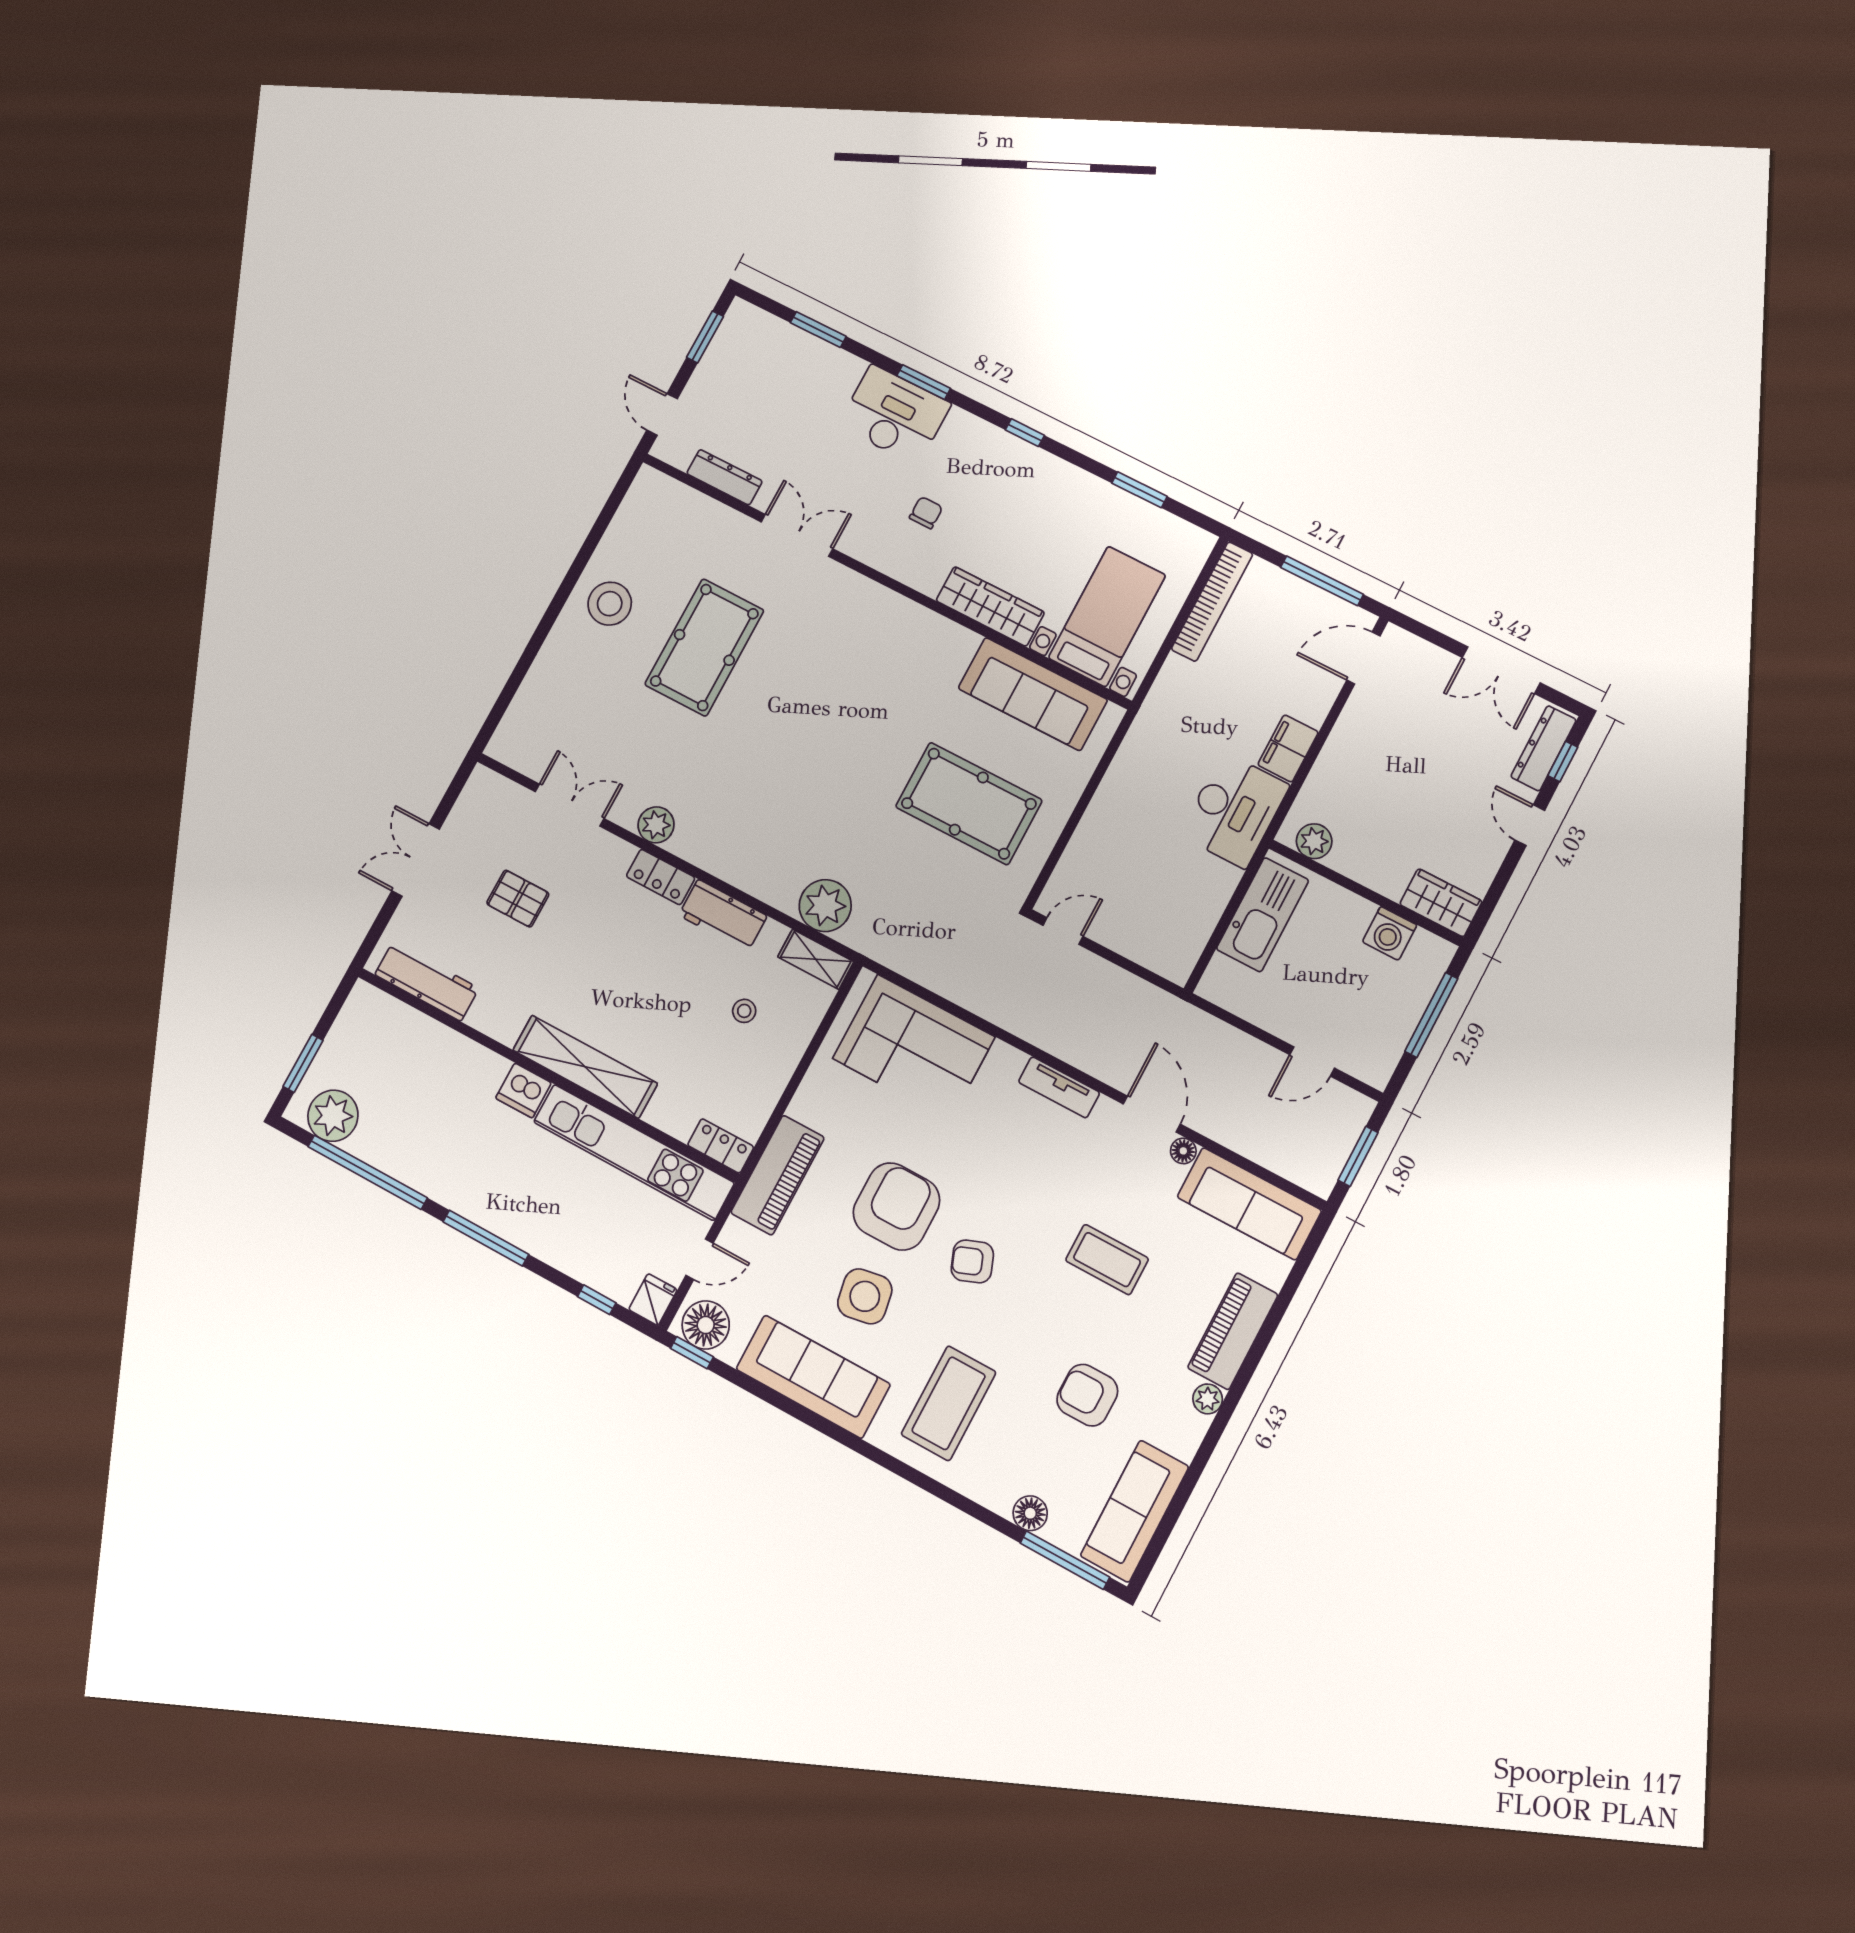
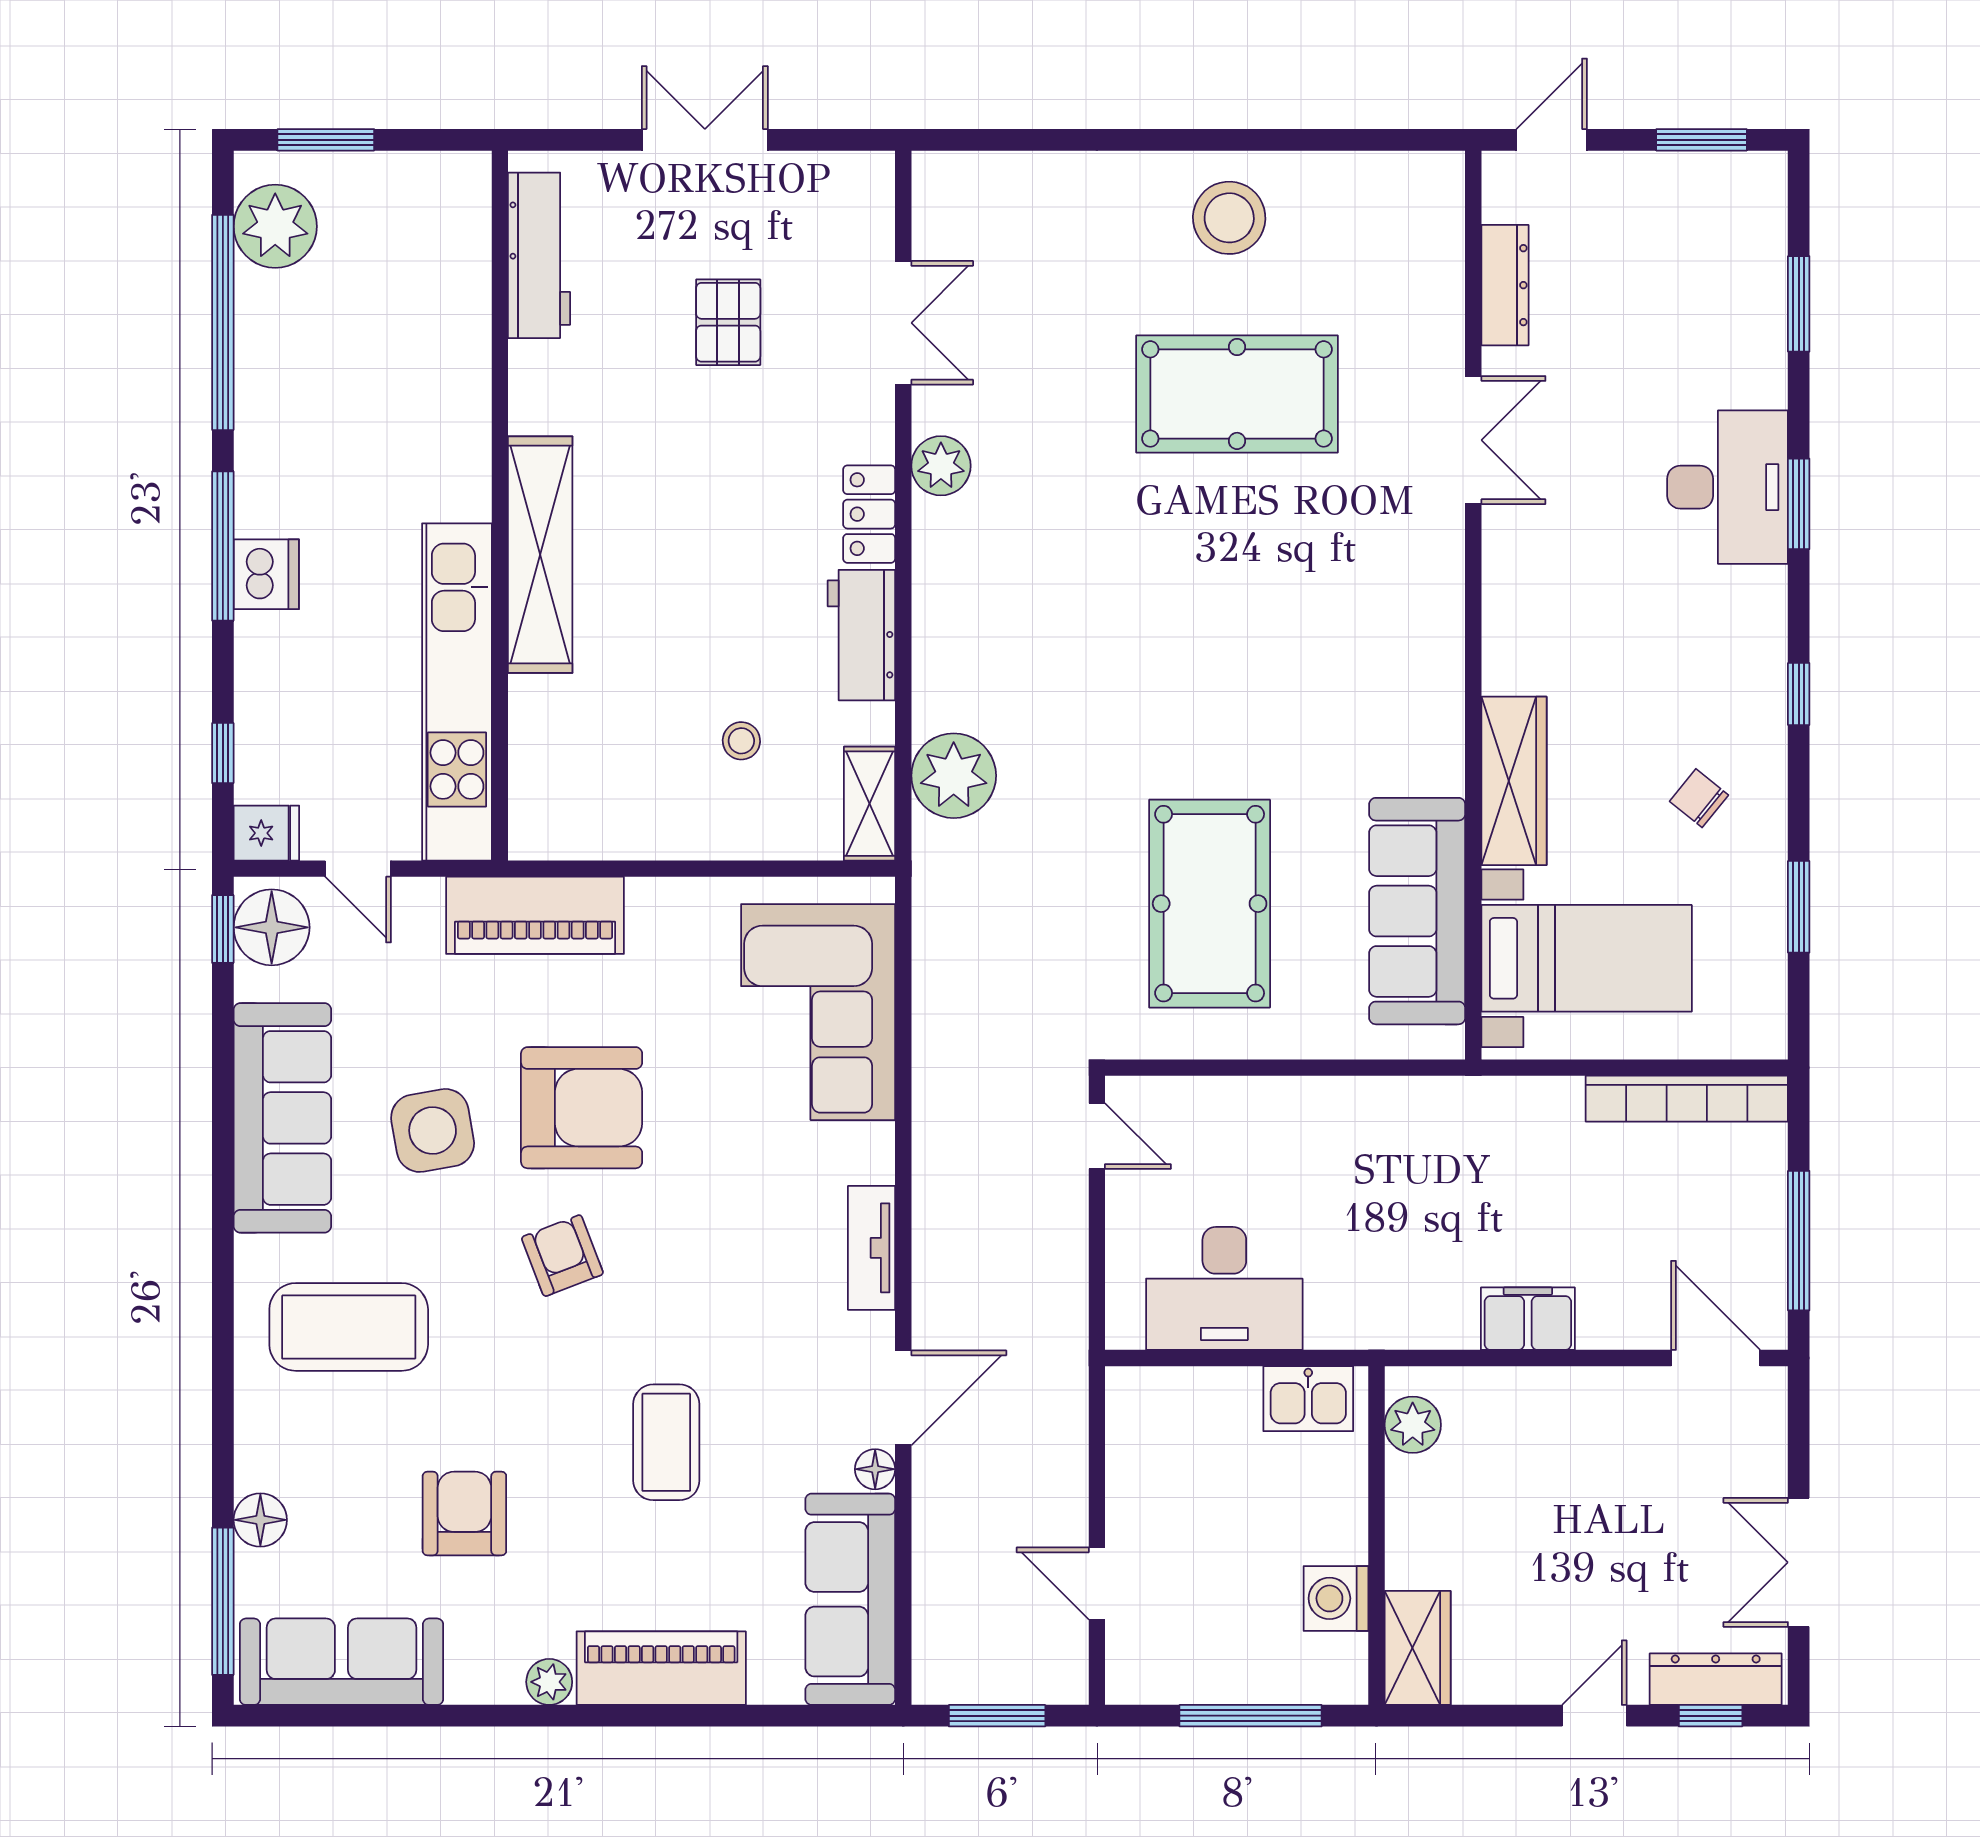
chair: (926, 513) -> (1699, 798), moved, turned -141
desk: (1234, 810) -> (1224, 1288), moved
kitchen sink: (1263, 915) -> (1308, 1399), width x0.53, depth x0.81
dishwasher: (524, 1090) -> (266, 574), moved, turned 180
locker: (721, 1146) -> (533, 812), removed

